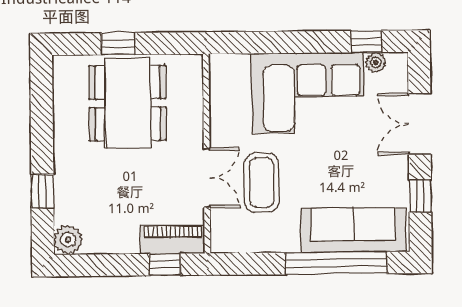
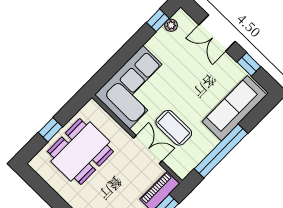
corner sofa: (308, 93) -> (136, 87), moved
dining table: (128, 103) -> (80, 152), turned 90
window: (336, 263) -> (221, 151), moved

